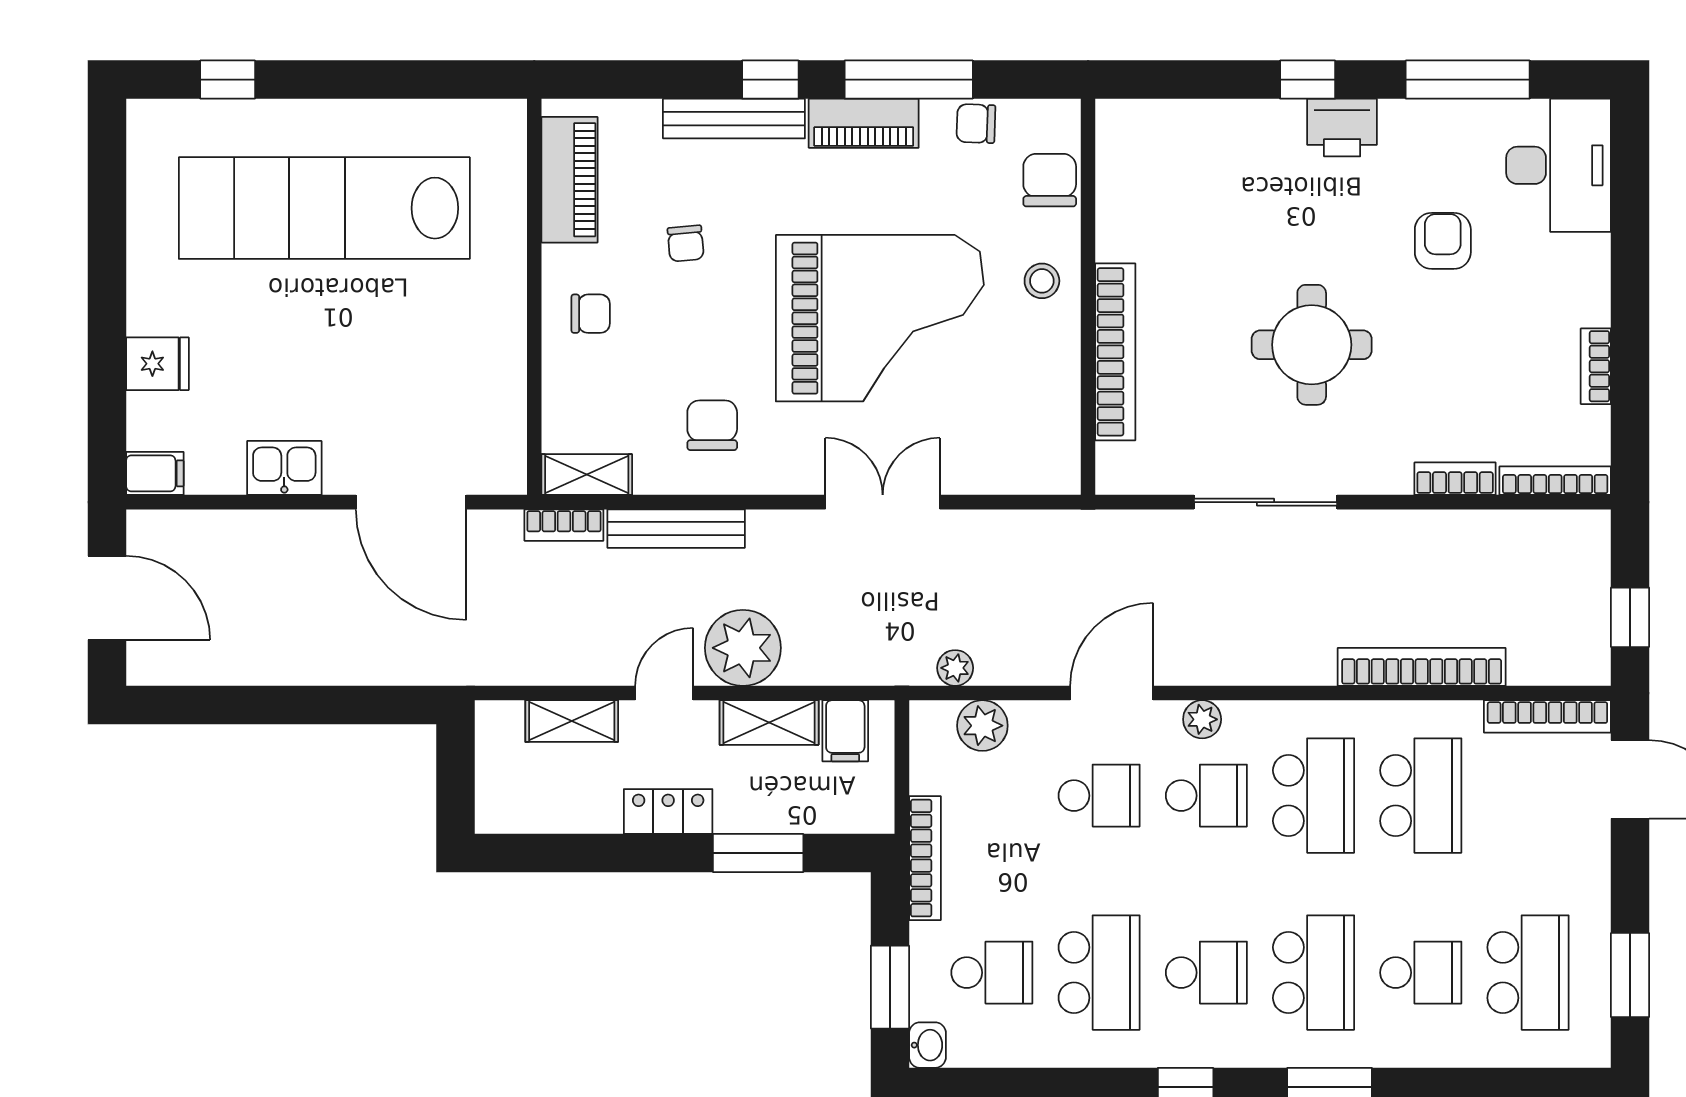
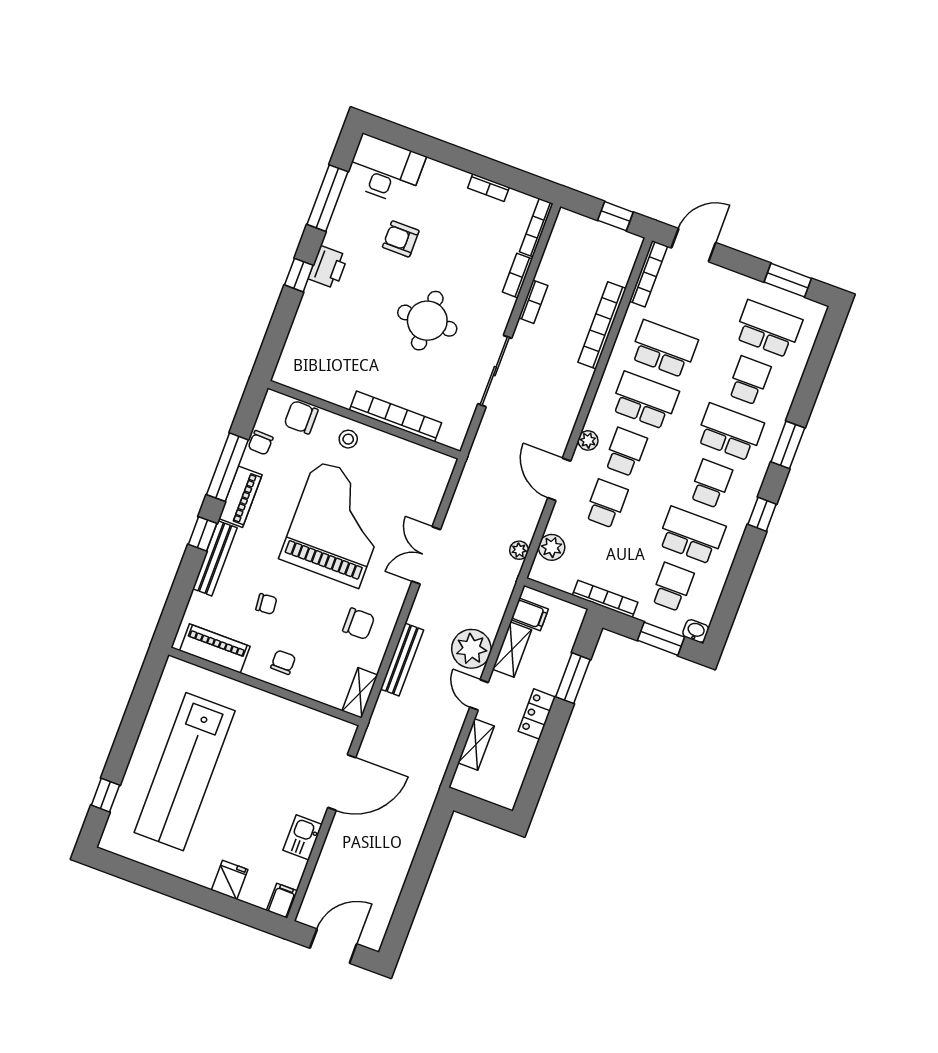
chair: (712, 425) -> (359, 624), turned 180
bookcase: (564, 525) -> (533, 302), moved

